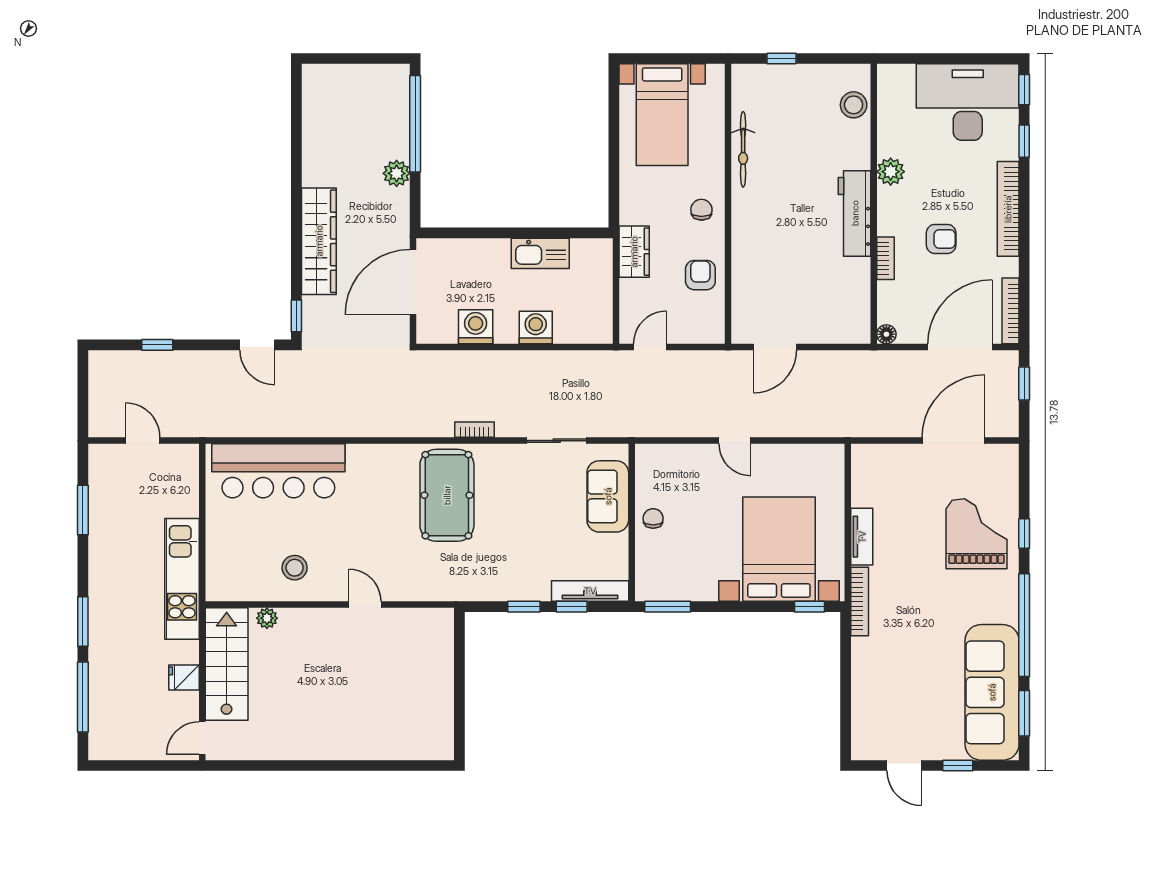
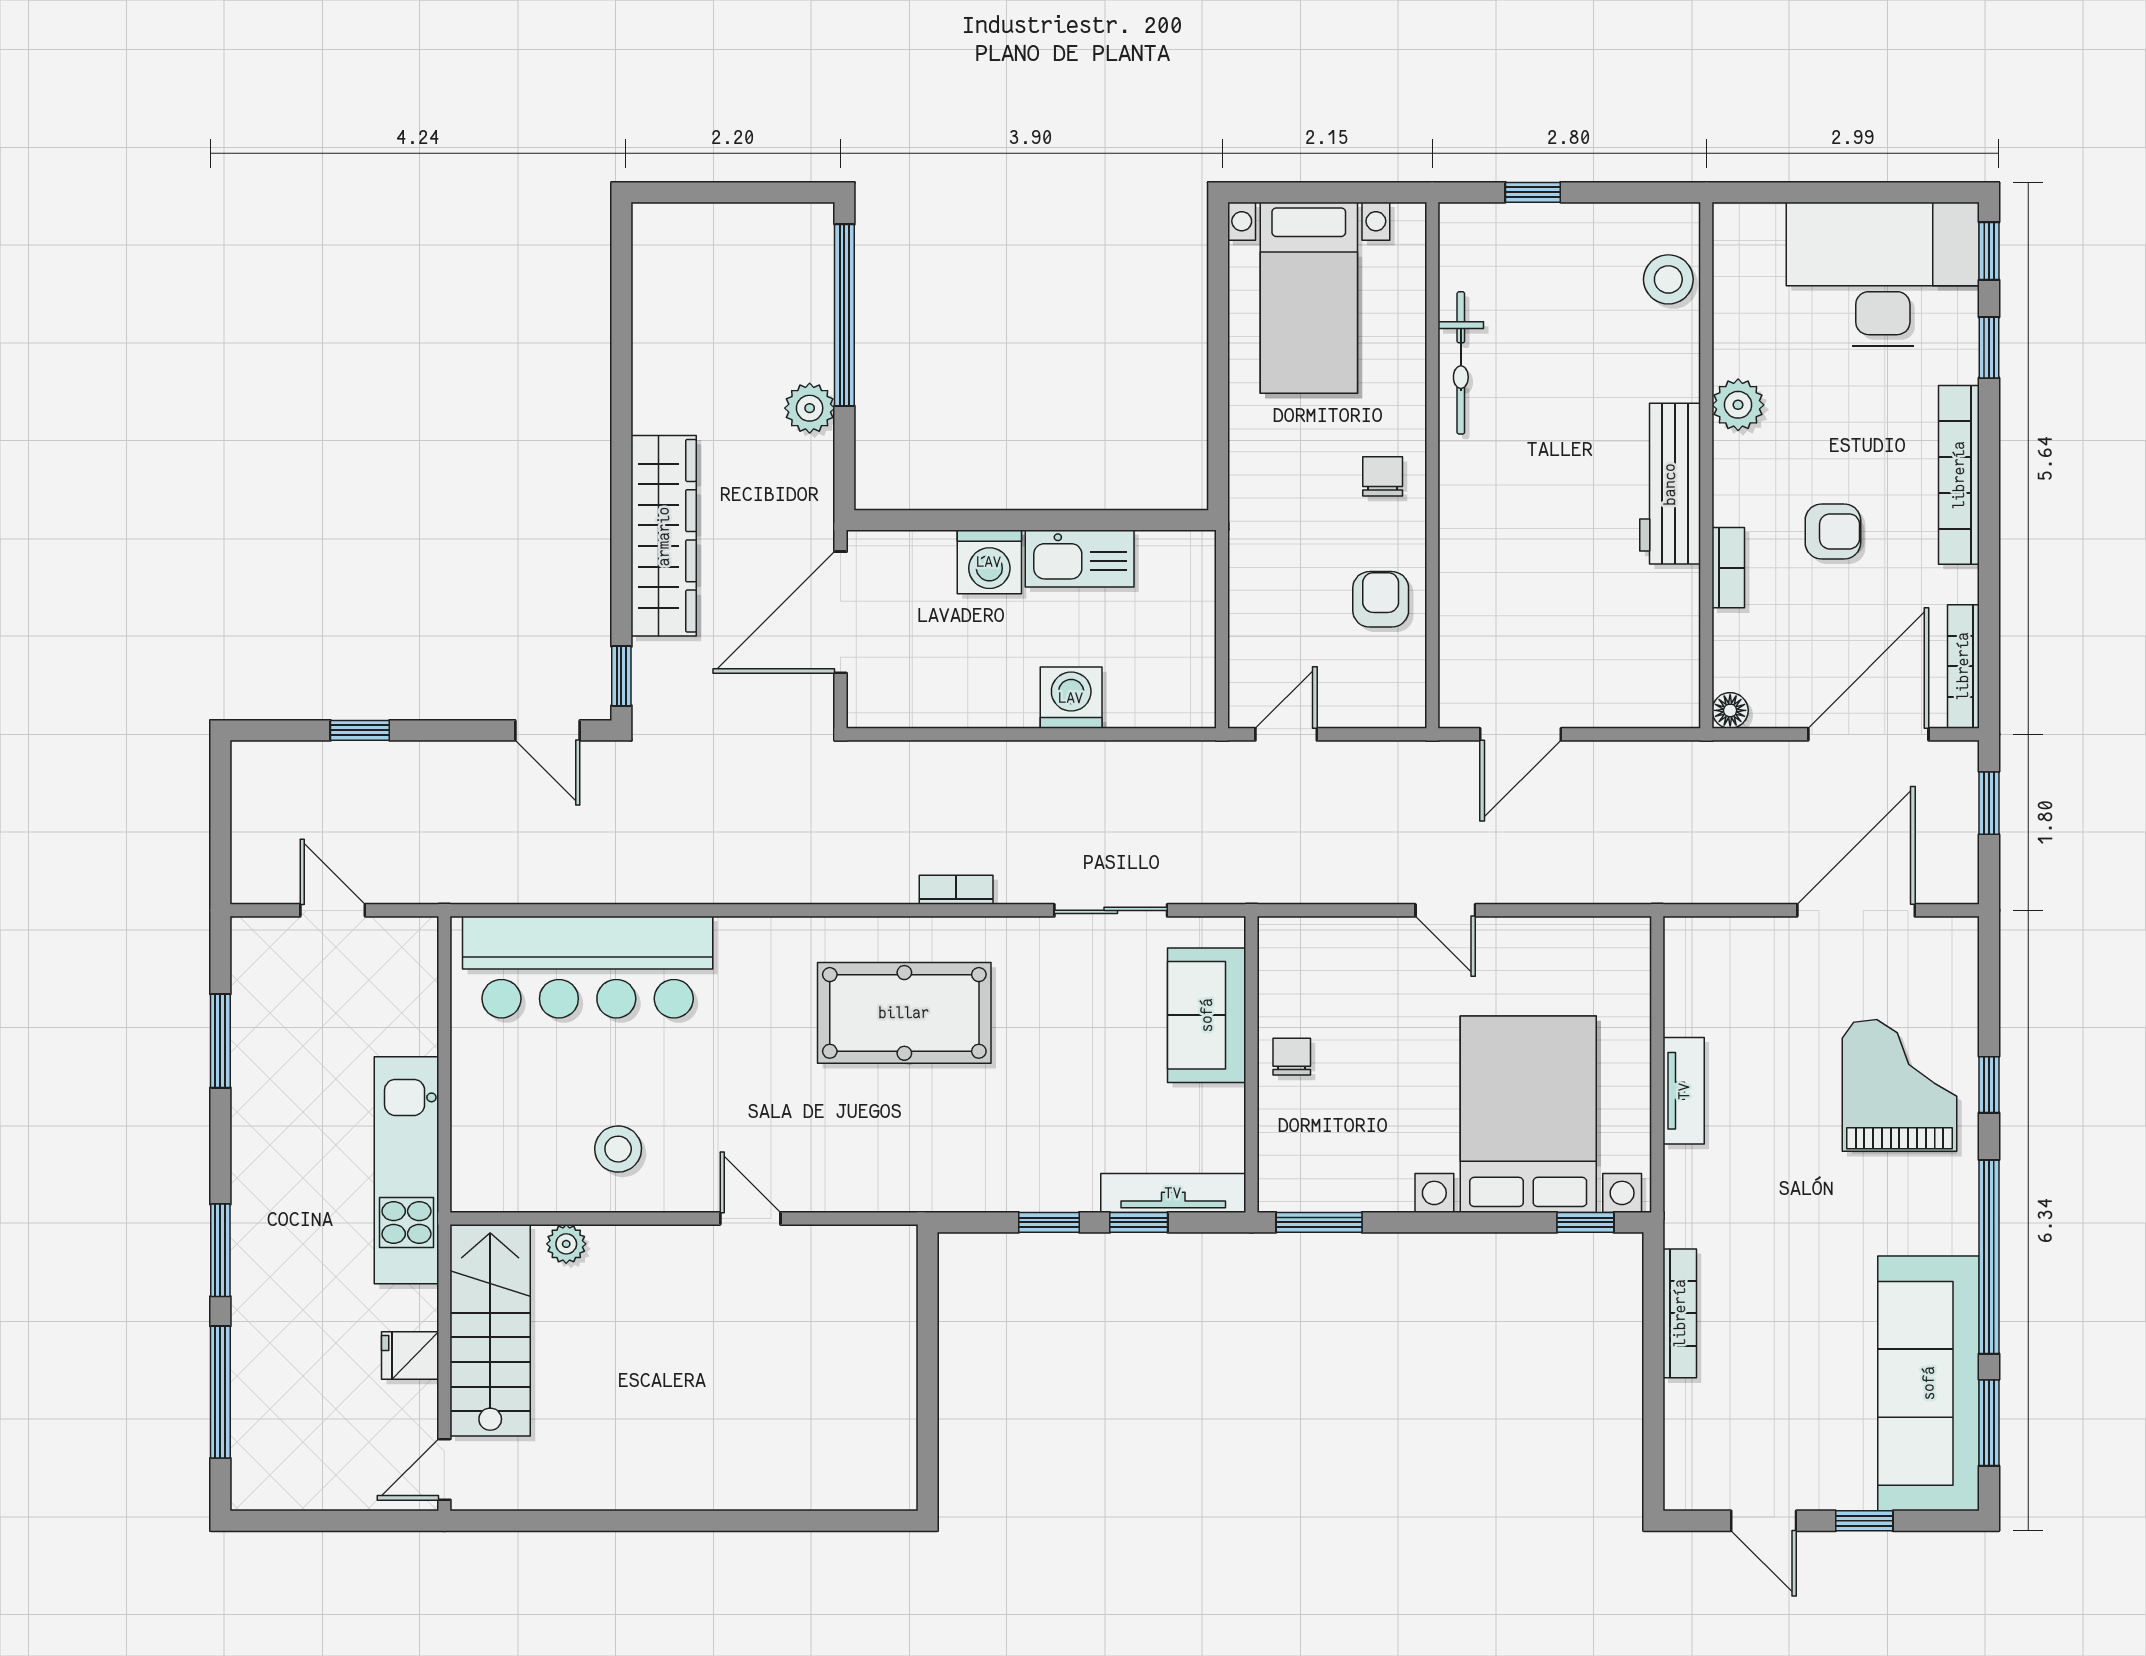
wardrobe: (634, 252) -> (1256, 555), removed
washing machine: (476, 327) -> (989, 562), moved, turned 180
pool table: (447, 495) -> (904, 1013), turned 90
bookcase: (860, 602) -> (1680, 1313), moved

